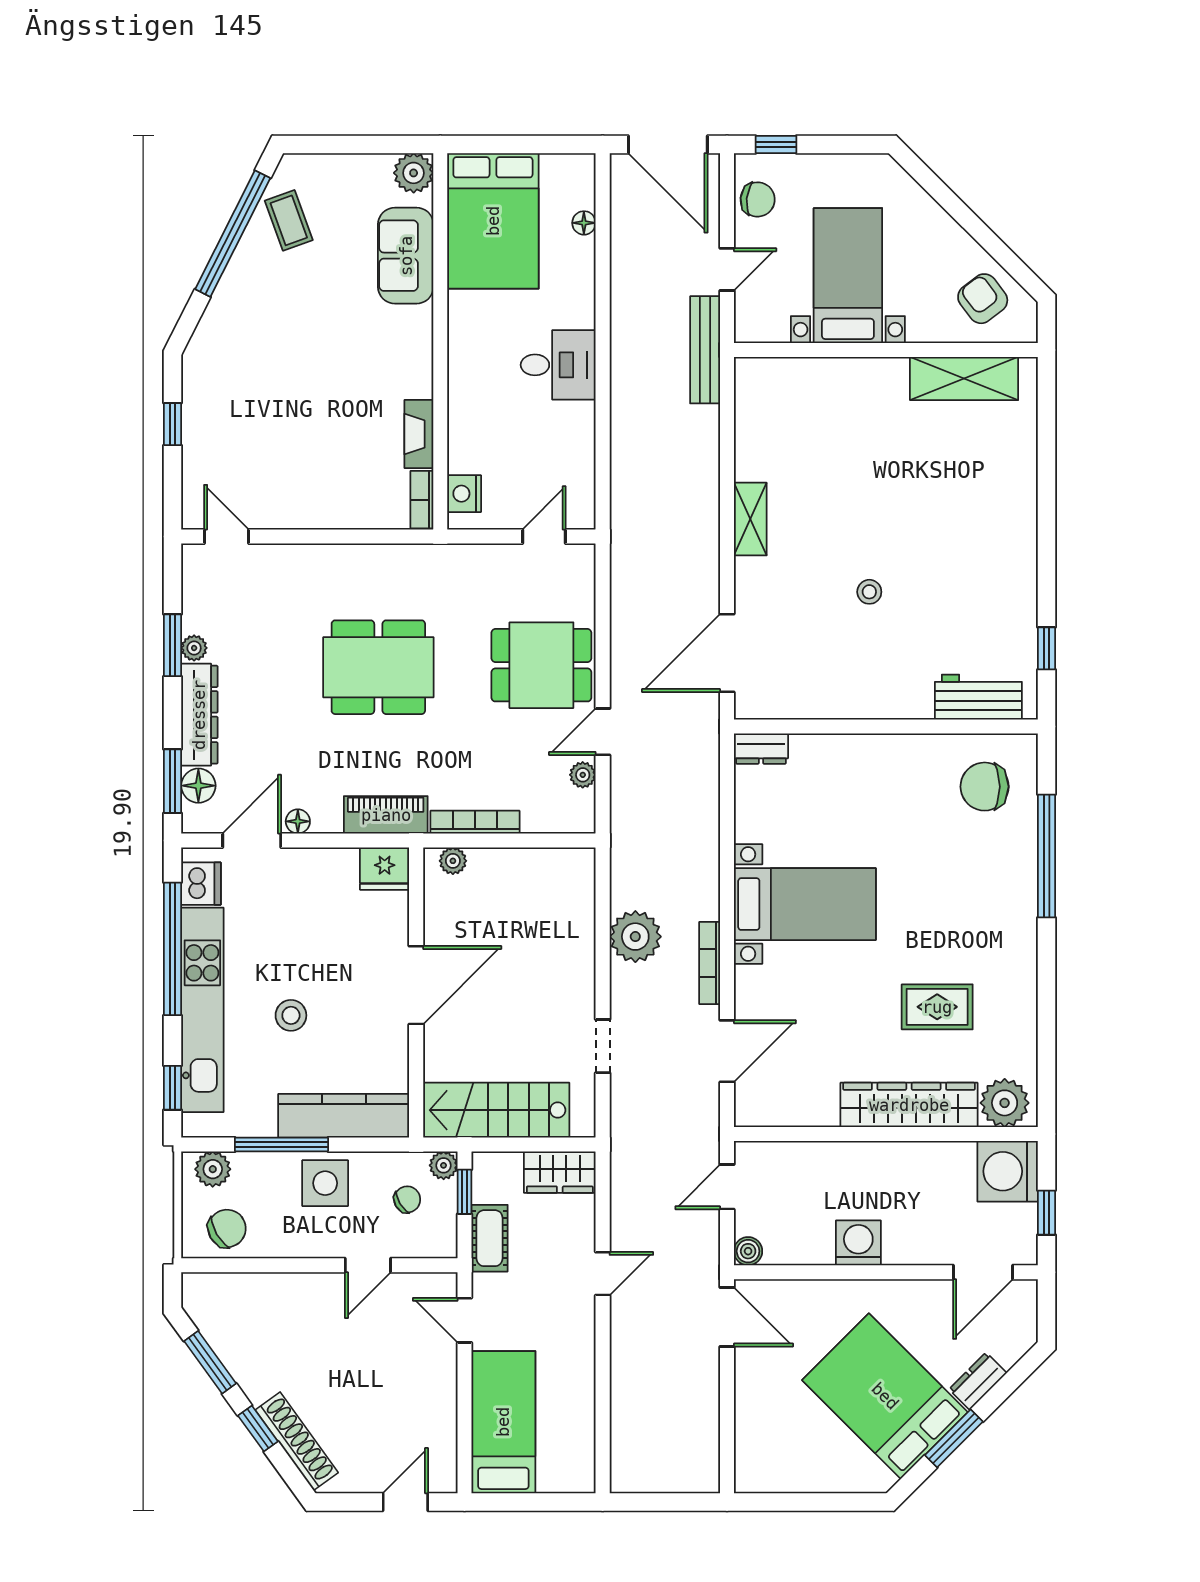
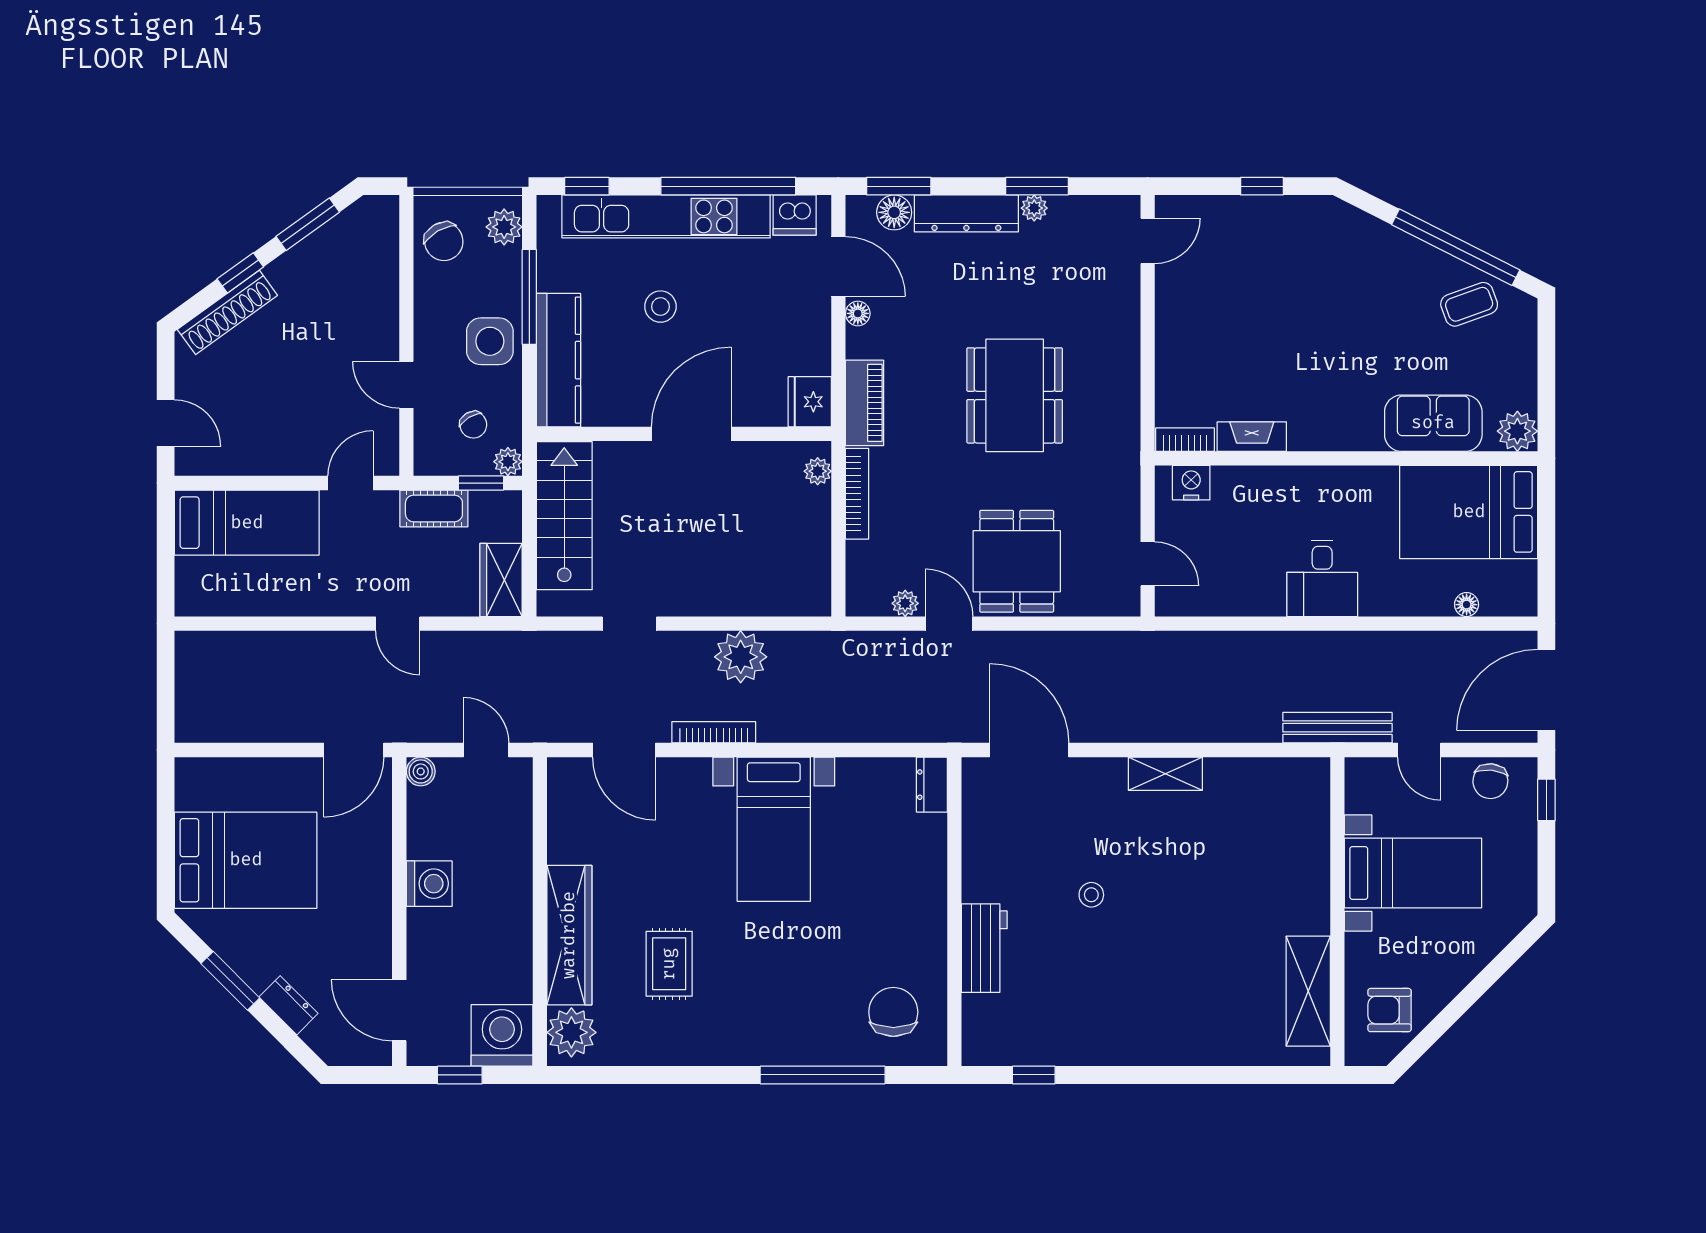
armchair: (983, 299) -> (1390, 1010), turned -143
workbench: (978, 697) -> (984, 948), moved
door: (416, 985) -> (691, 434), swing flipped
bed: (885, 1396) -> (246, 860), moved, turned 45

